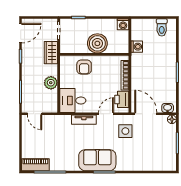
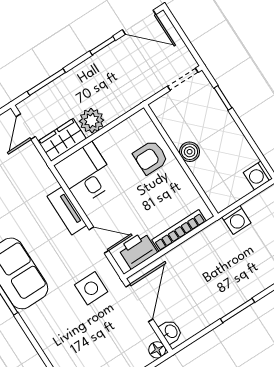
boiler: (97, 43) -> (190, 152), width x0.54, depth x0.54
wardrobe: (51, 53) -> (62, 140), moved

